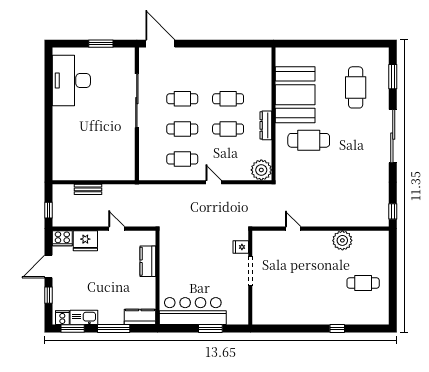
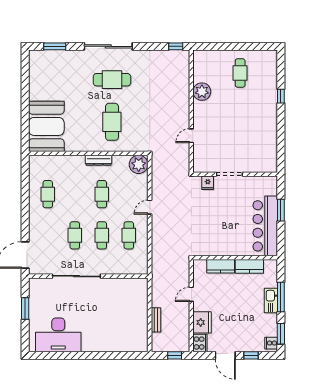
cafe table: (356, 87) -> (112, 80), moved
booth: (295, 95) -> (46, 126), moved, turned 90
cafe table: (228, 99) -> (48, 194), moved
kitchen sink: (84, 317) -> (271, 301), moved
kitchen counter: (140, 317) -> (249, 266), moved, turned -90

